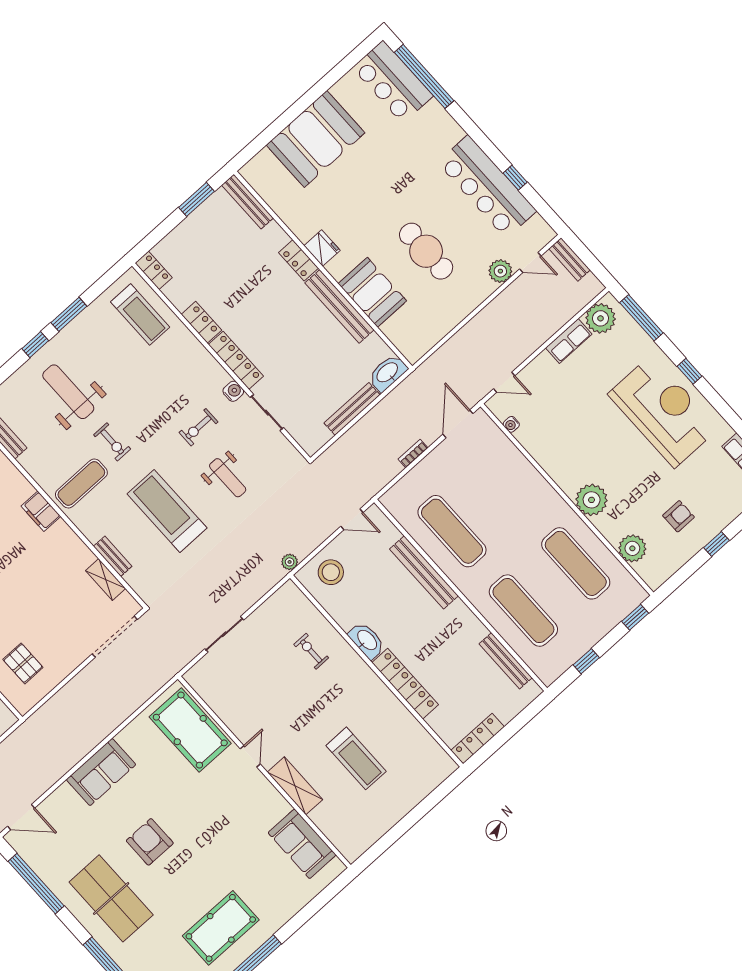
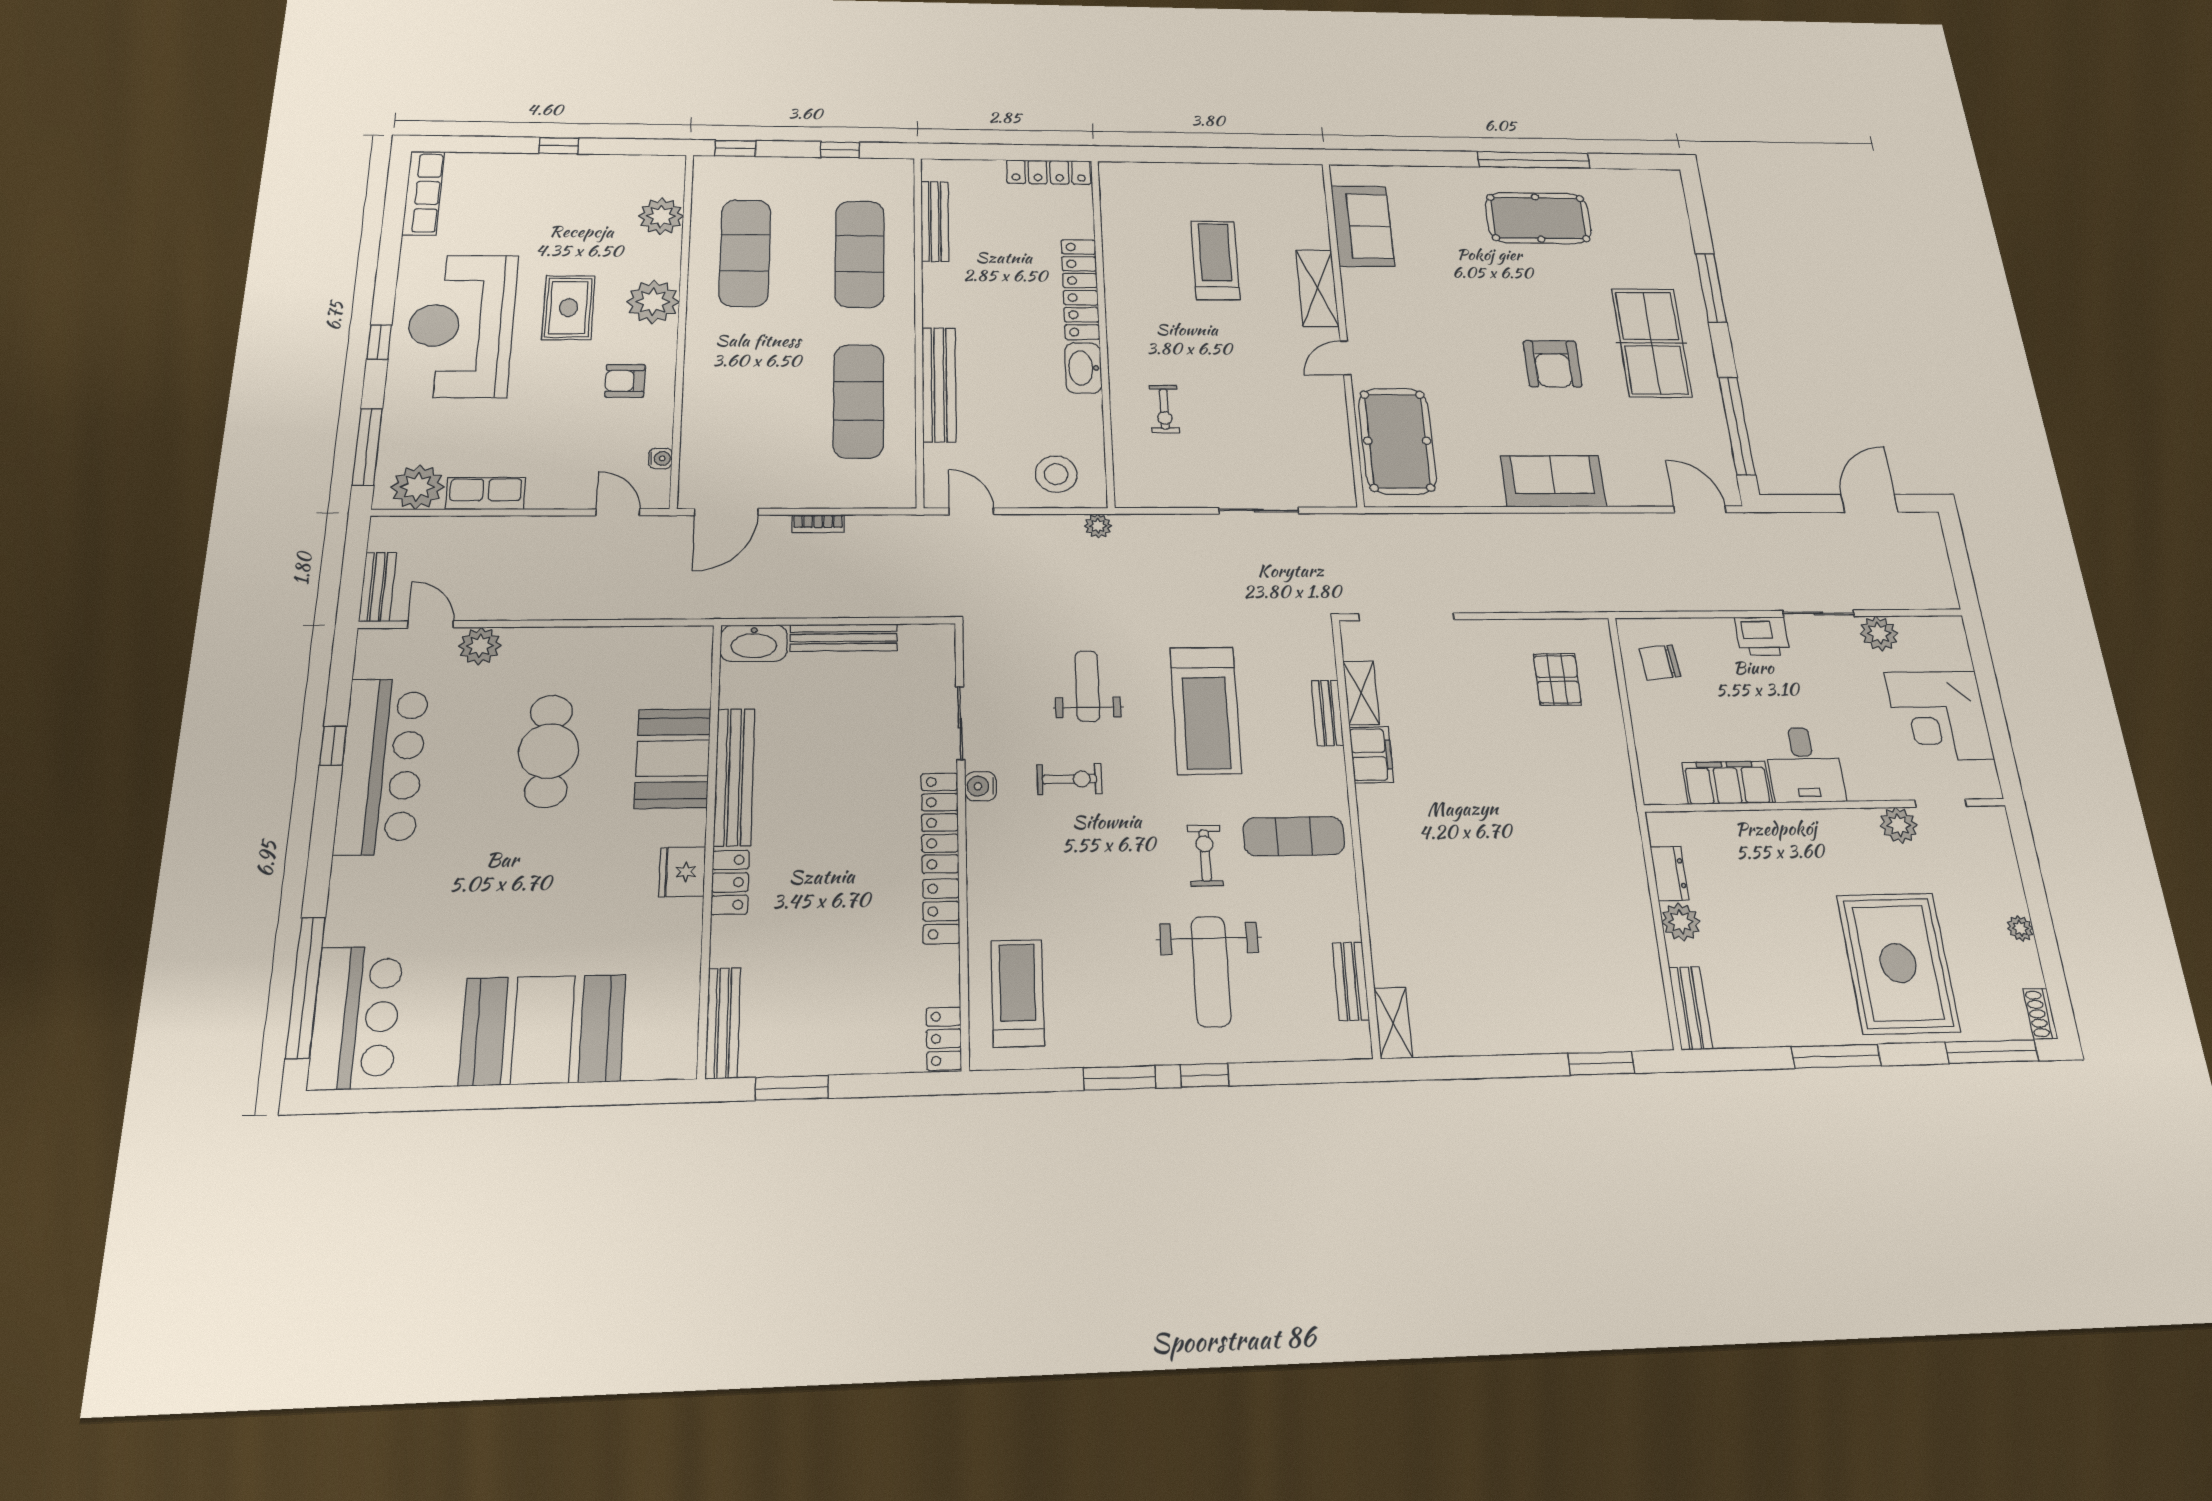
rug: (626, 463) -> (569, 308), added
filing cabinet: (41, 511) -> (1371, 755), moved
armchair: (679, 516) -> (625, 381), moved

